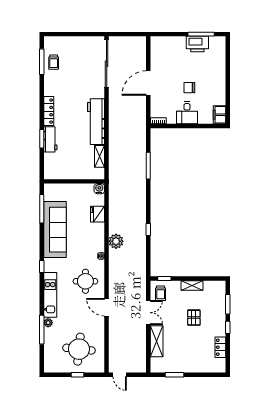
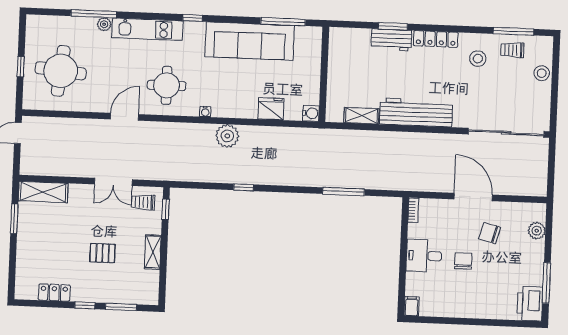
plant: (168, 42) -> (537, 231), added
stool: (68, 43) -> (542, 73), added
printer: (197, 44) -> (530, 304), moved
chair: (171, 72) -> (490, 233), added
stool: (60, 84) -> (478, 59), added
filing cabinet: (220, 115) -> (412, 306), width x0.50
shelving: (157, 341) -> (43, 192), moved

